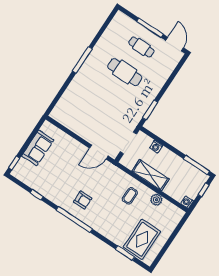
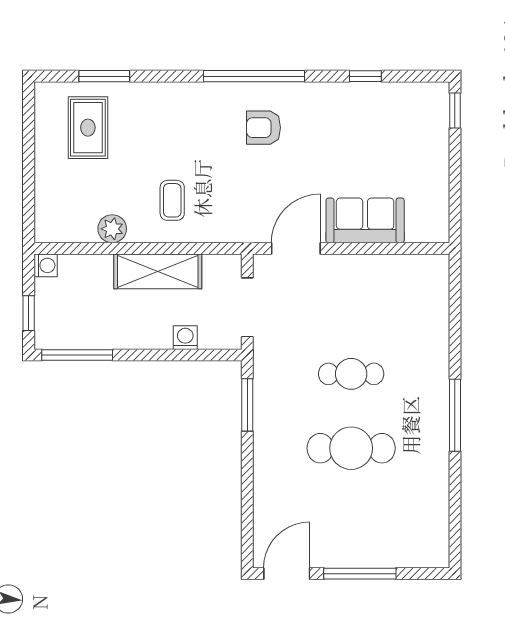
door: (175, 44) -> (287, 574), swing flipped
cafe table: (141, 47) -> (351, 374), moved
sofa: (38, 148) -> (365, 220), moved, turned 90
rug: (142, 239) -> (88, 128), width x0.73, depth x0.70

